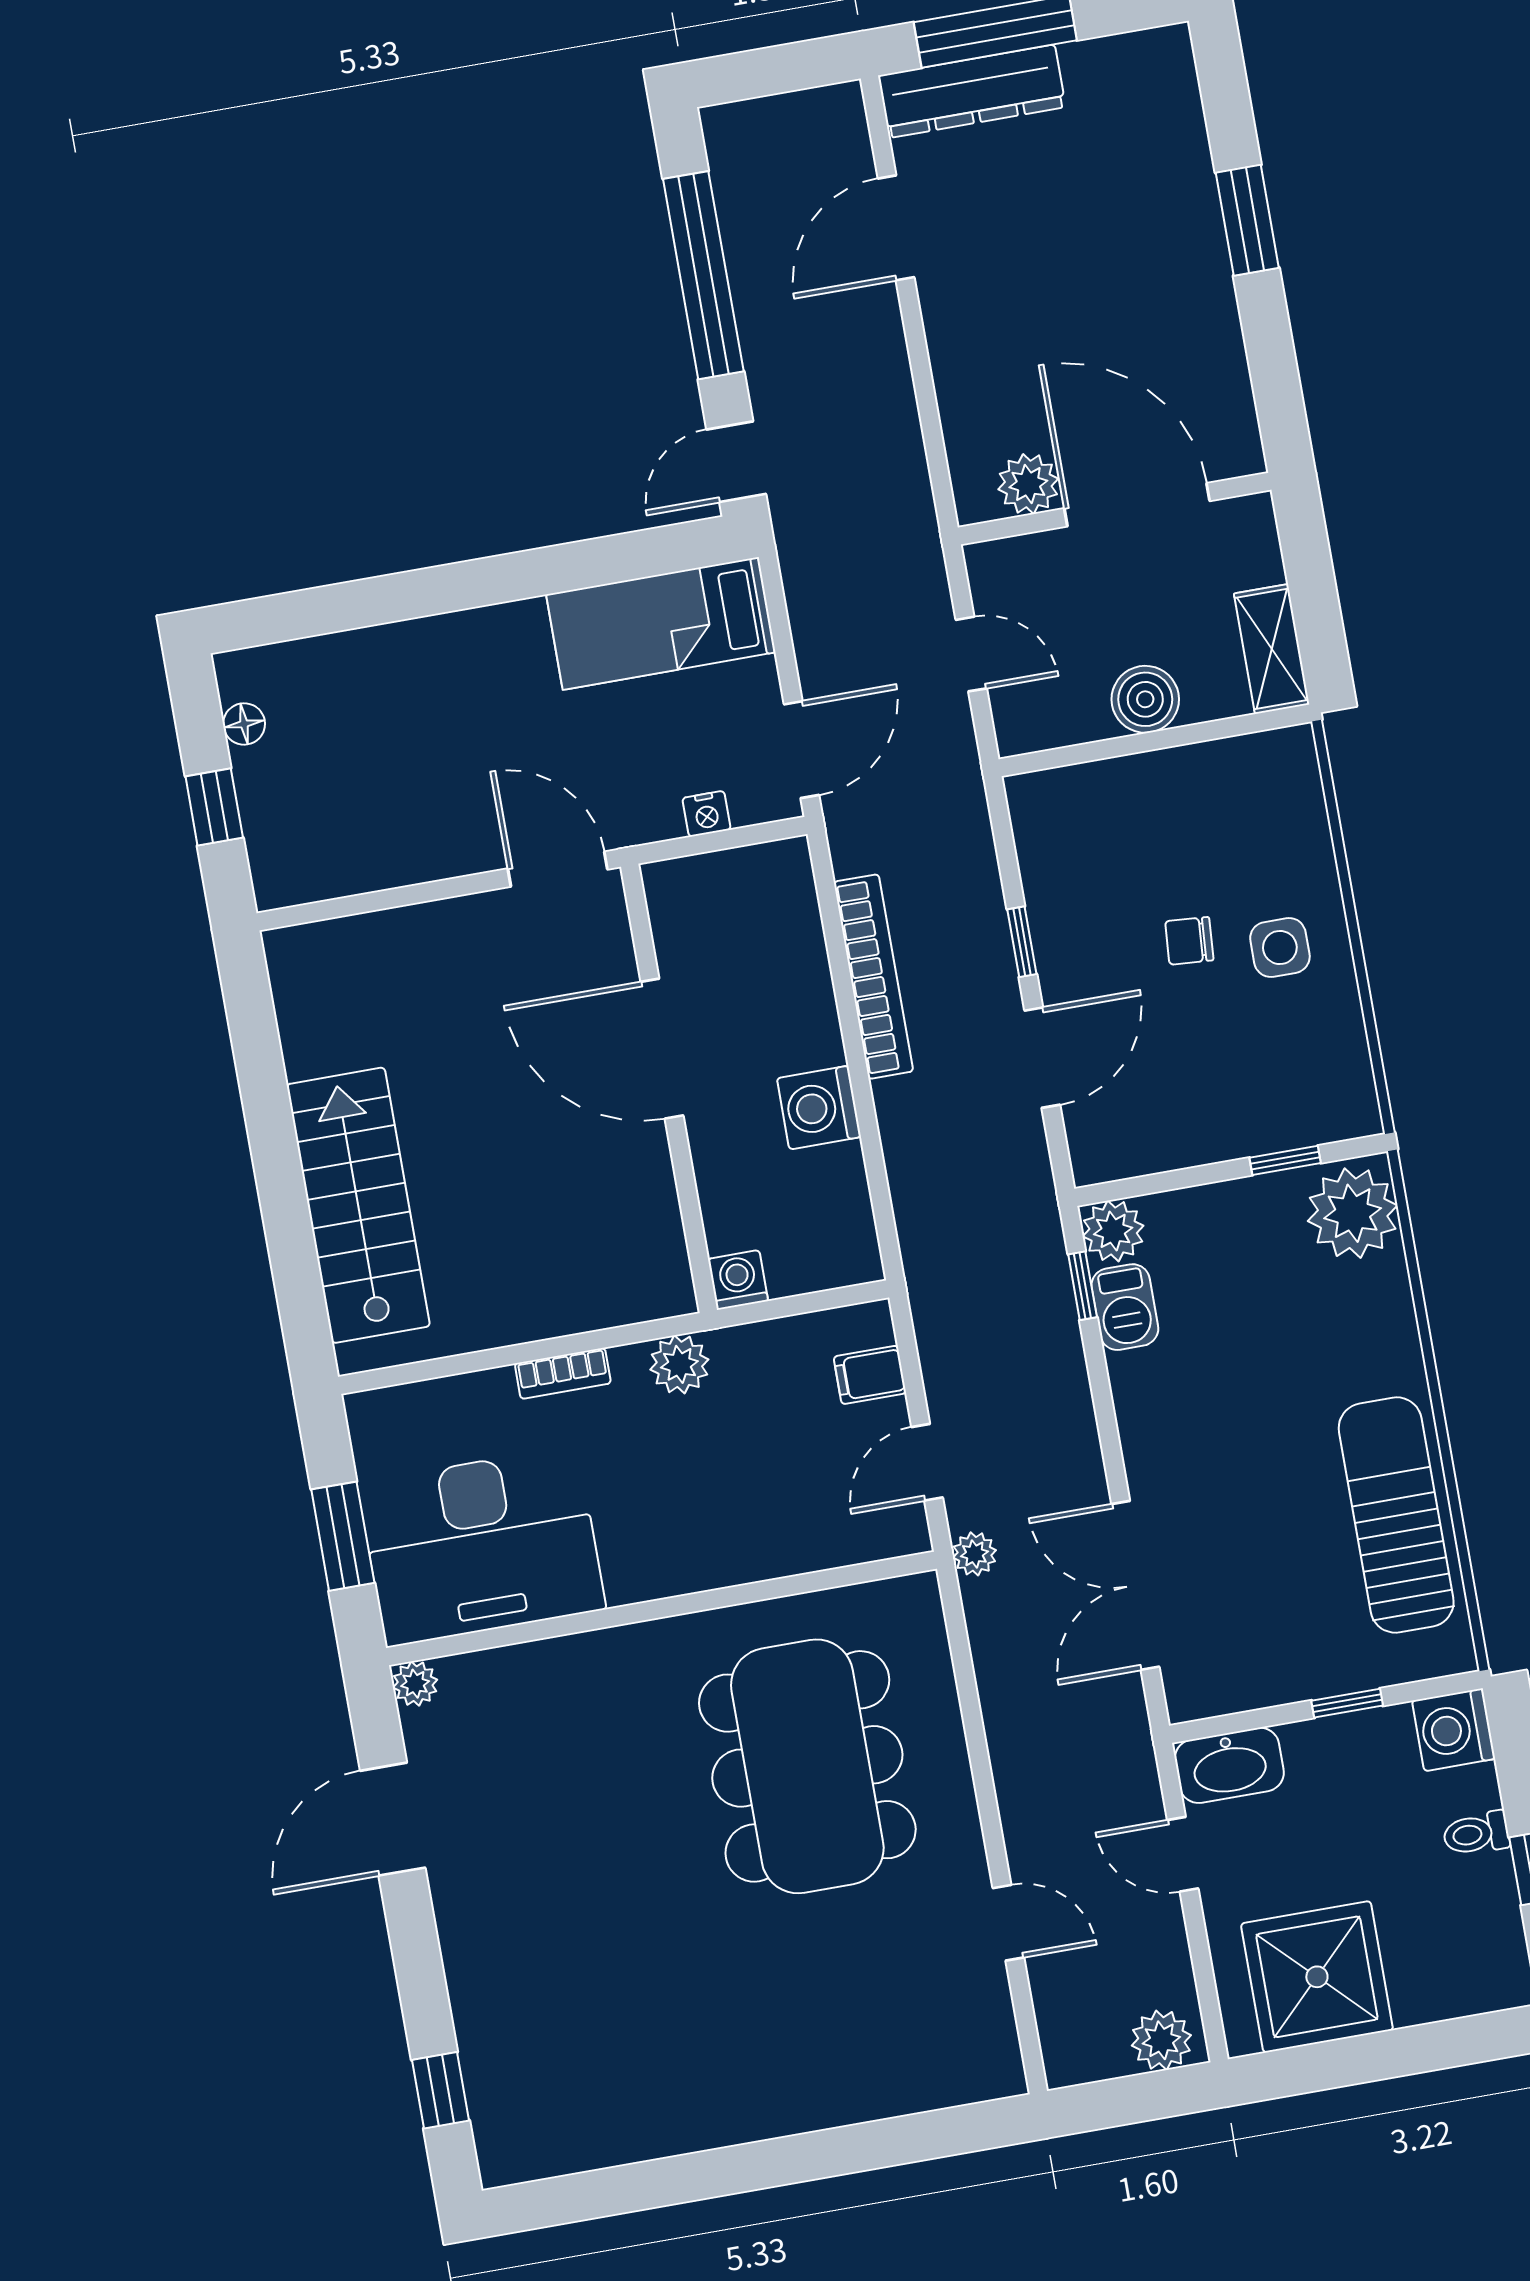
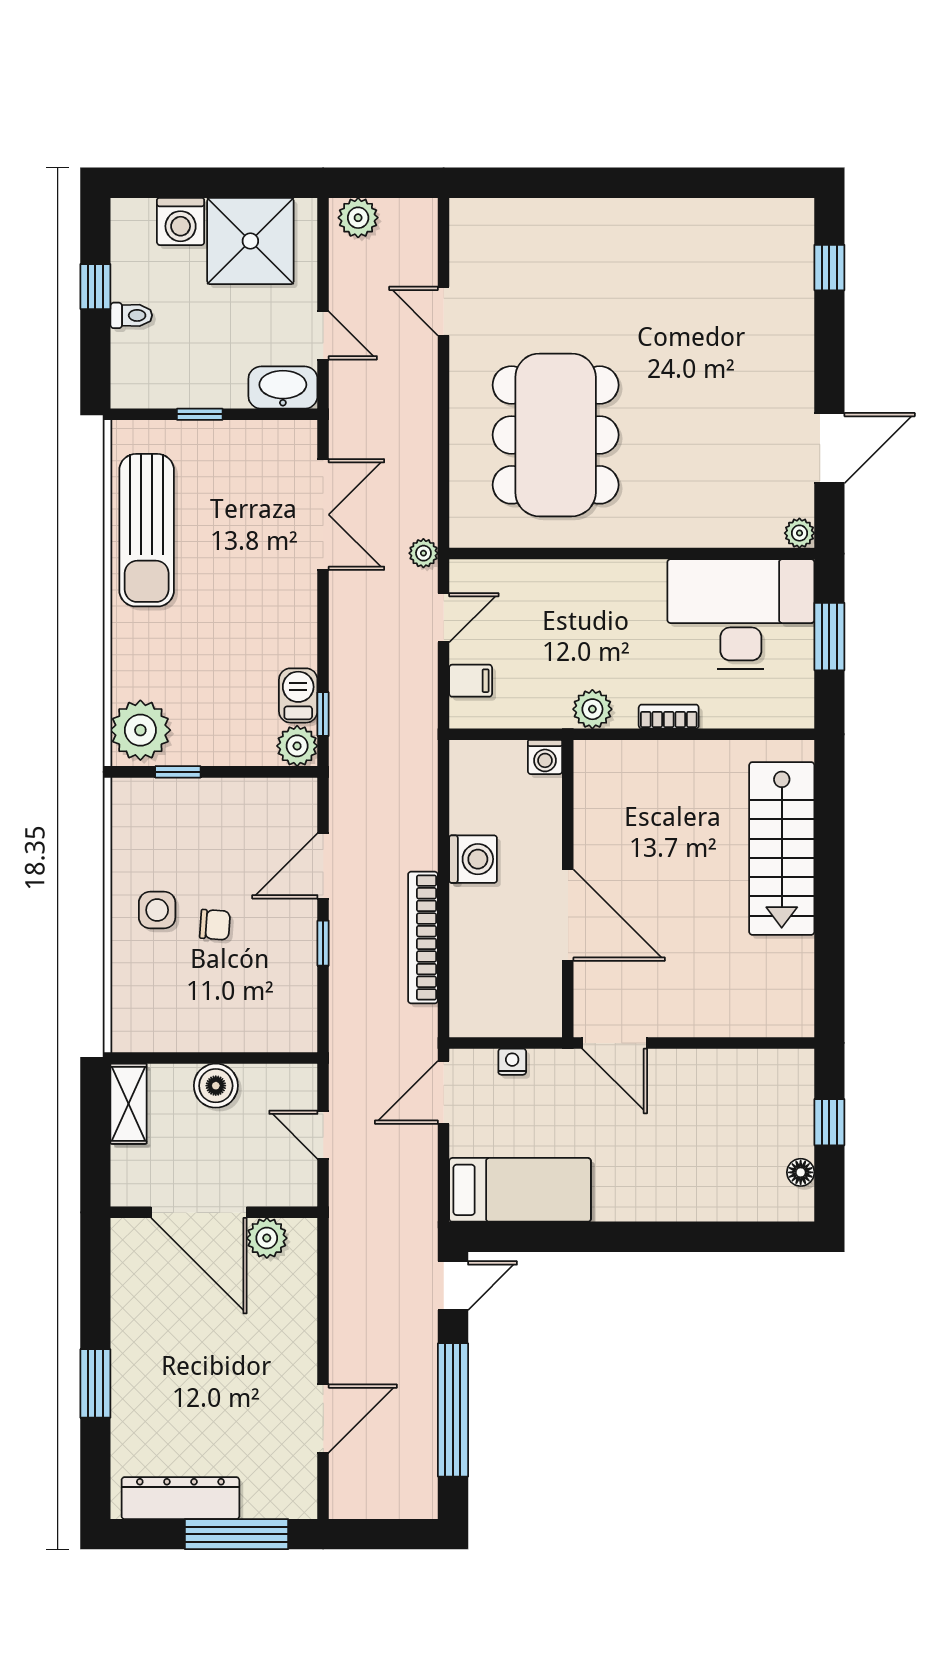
dresser: (972, 91) -> (180, 1498), moved
washing machine: (1454, 1730) -> (181, 221), moved, turned 90

